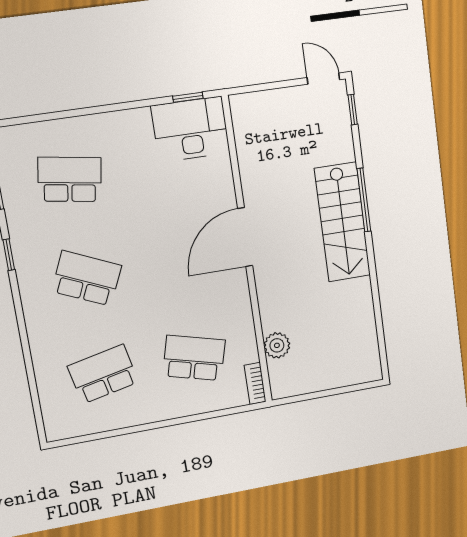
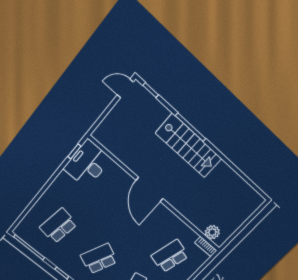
plant: (277, 345) -> (212, 232), moved

